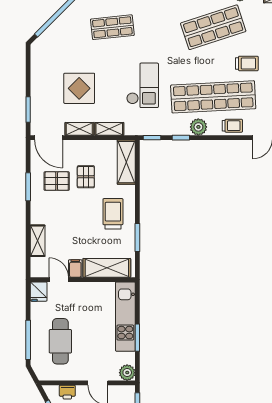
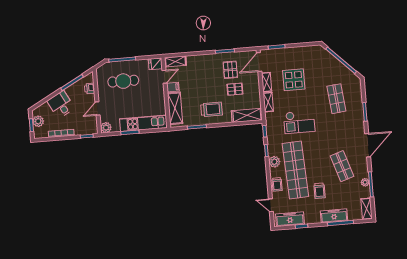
shop shelf: (213, 27) -> (342, 166), width x0.70, depth x0.74
shelving: (38, 241) -> (175, 61), moved

